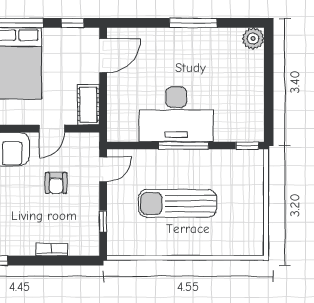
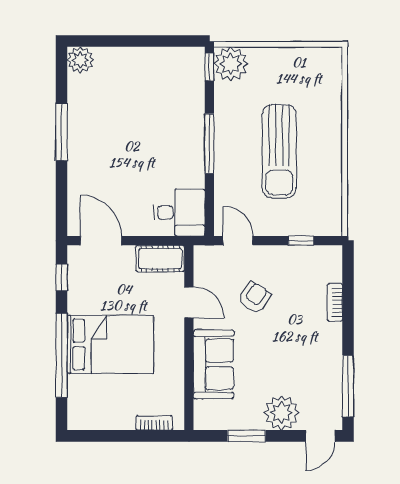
desk: (176, 114) -> (179, 213), moved, width x0.53, depth x0.77
plant: (250, 163) -> (231, 64), added
armchair: (56, 183) -> (254, 297), turned -56

